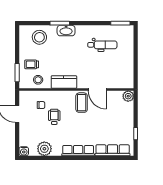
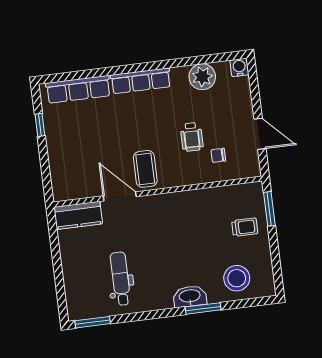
dental chair: (102, 45) -> (121, 279), turned 90
stool: (38, 80) -> (229, 201), removed
kitchen counter: (64, 82) -> (78, 215), moved
plant: (128, 96) -> (62, 191), removed

